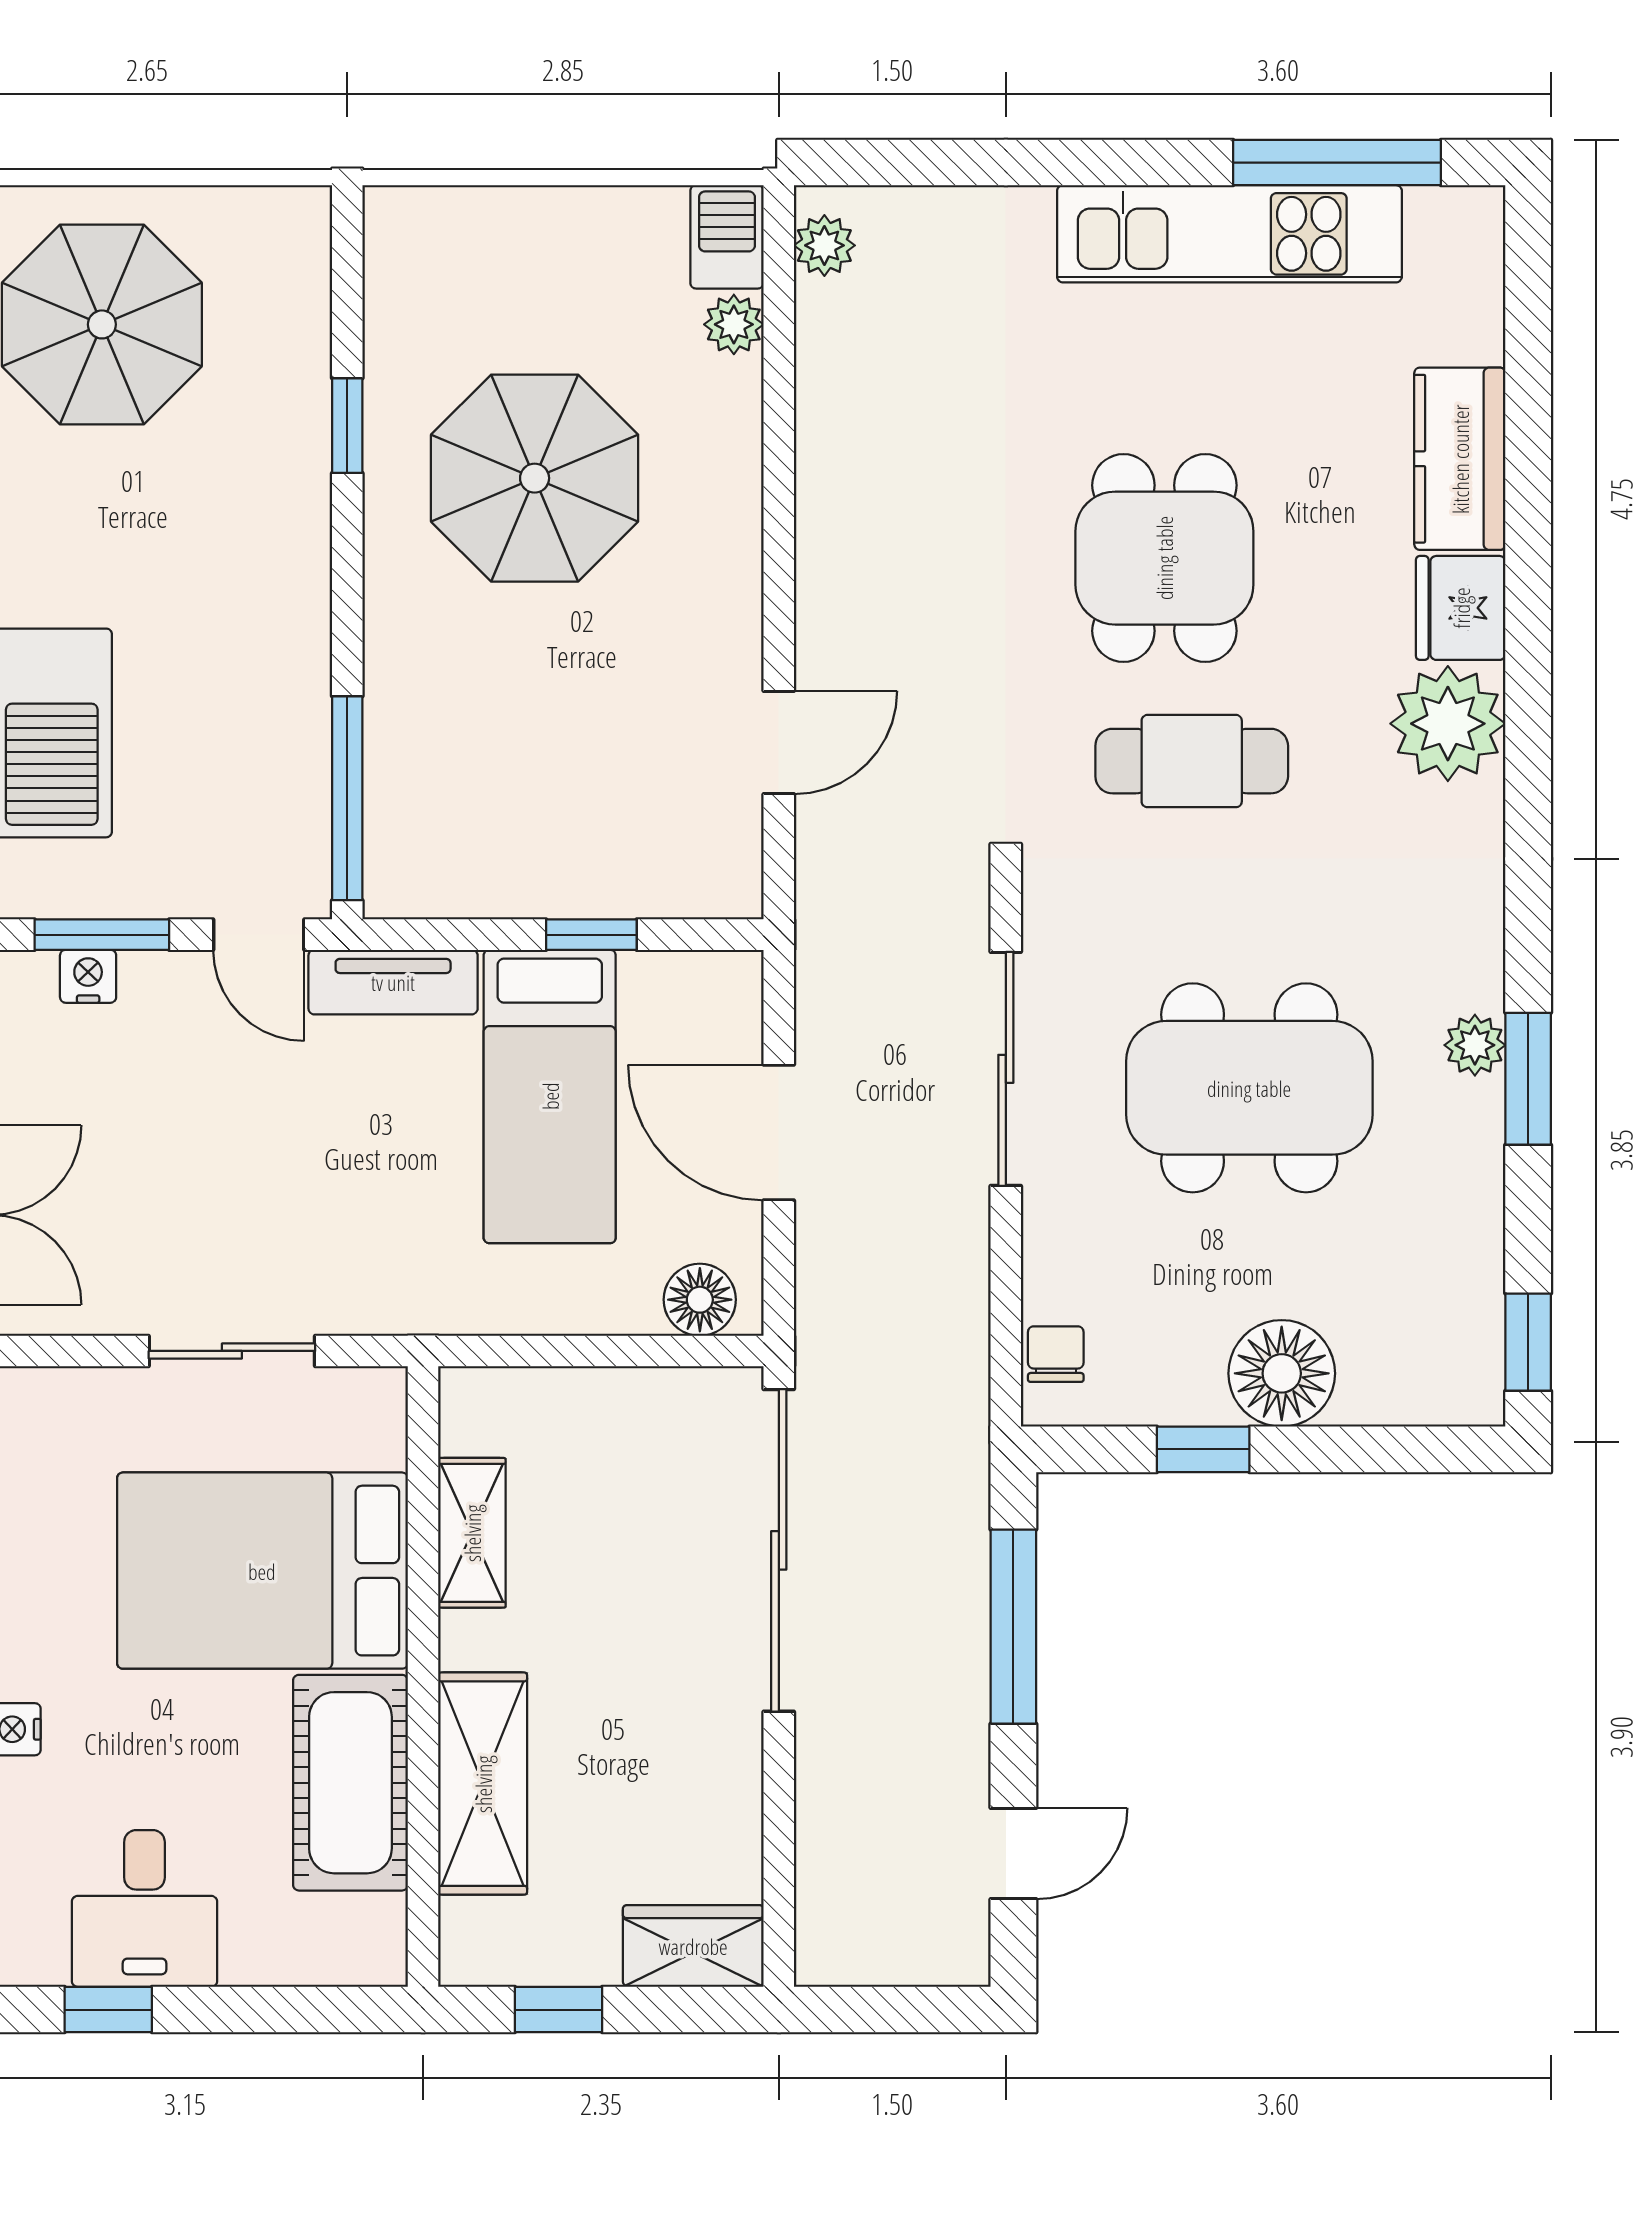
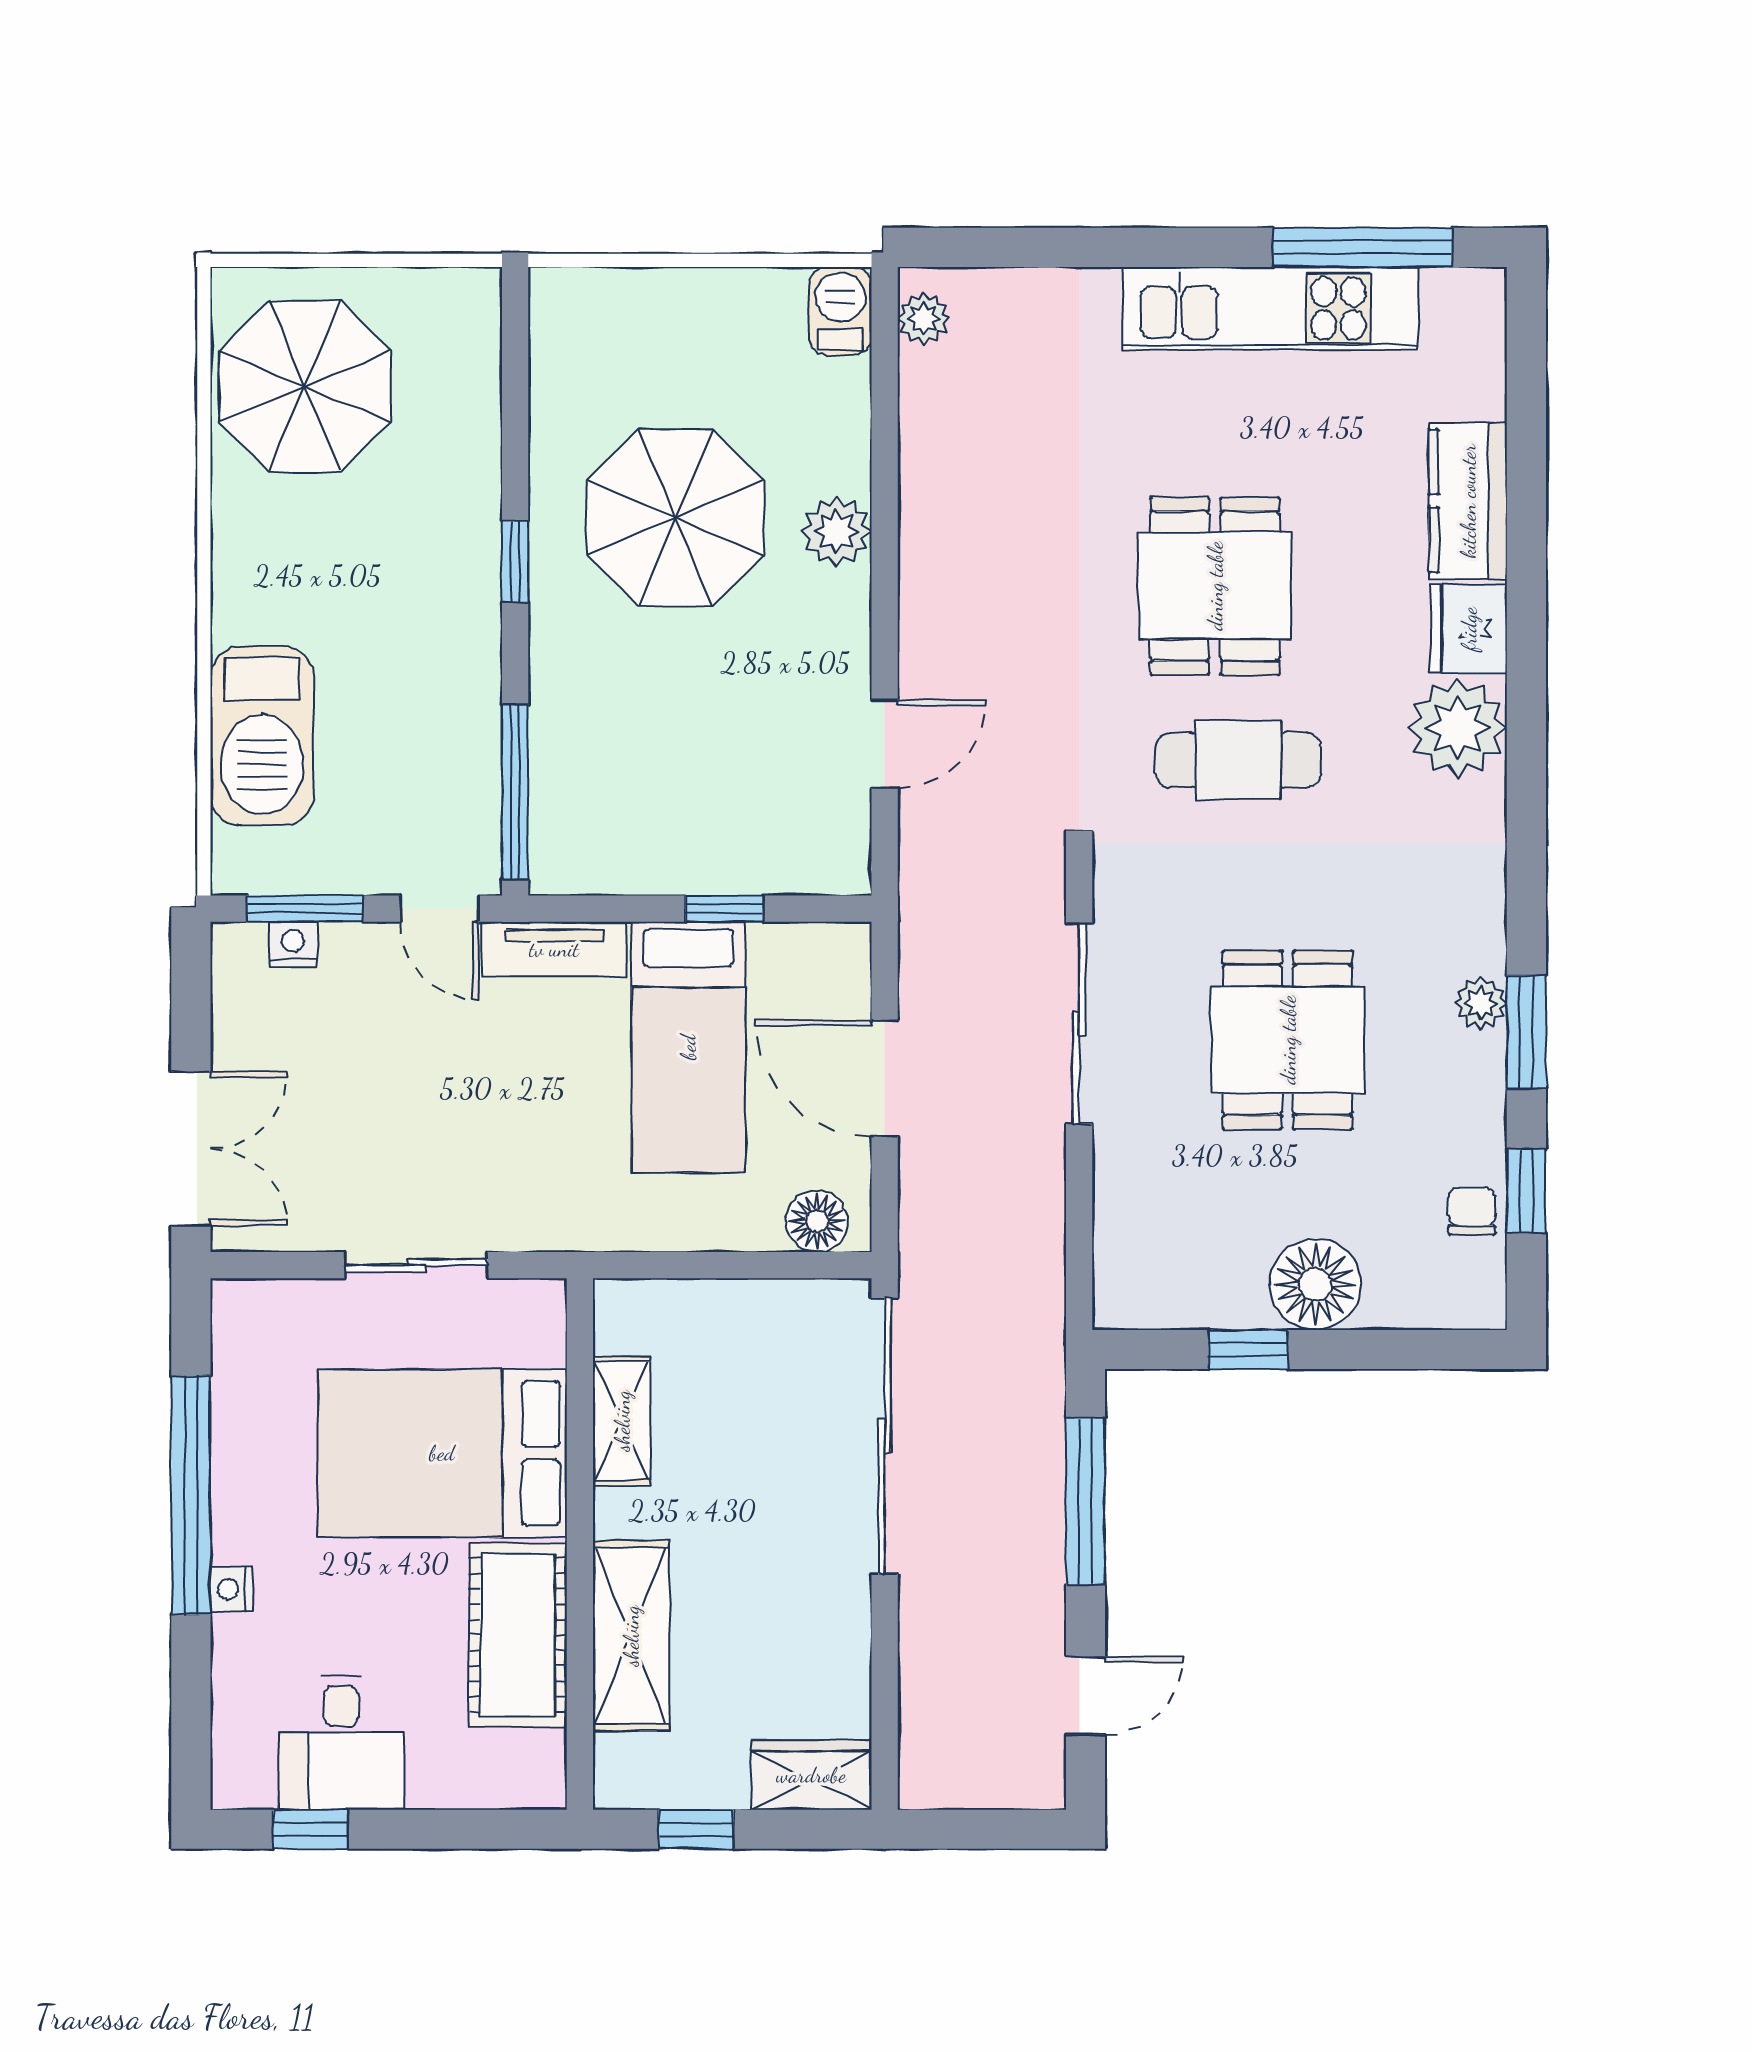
plant: (734, 324) -> (836, 531), moved, width x1.38, depth x1.38
window: (347, 426) -> (515, 561), moved
dining table: (1249, 1088) -> (1288, 1040), width x0.73
window: (1528, 1342) -> (1526, 1191), moved
chair: (1056, 1354) -> (1472, 1211), moved

